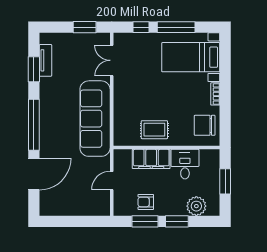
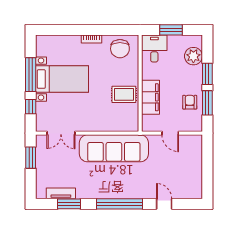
bed with nightstands: (191, 57) -> (62, 79), moved, turned -90
rug: (154, 130) -> (124, 94), turned 90
desk: (185, 164) -> (154, 48), moved, turned 90
door: (34, 174) -> (164, 204), width x0.53
armchair: (146, 202) -> (190, 102), turned 180

